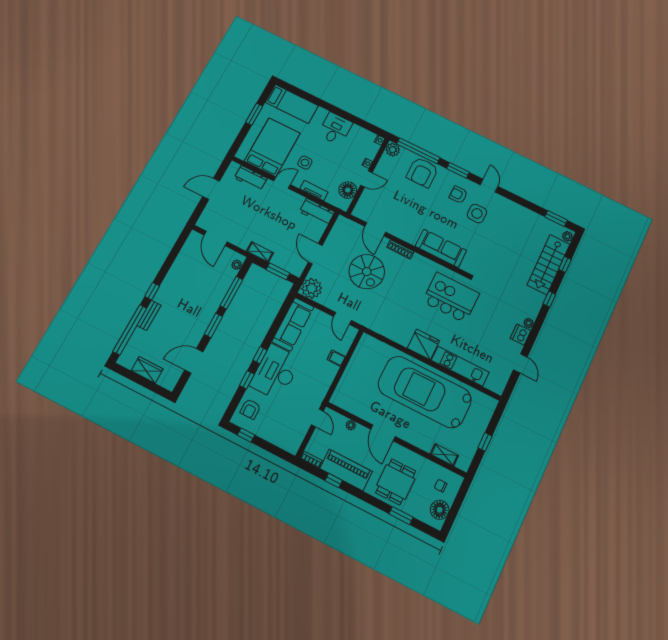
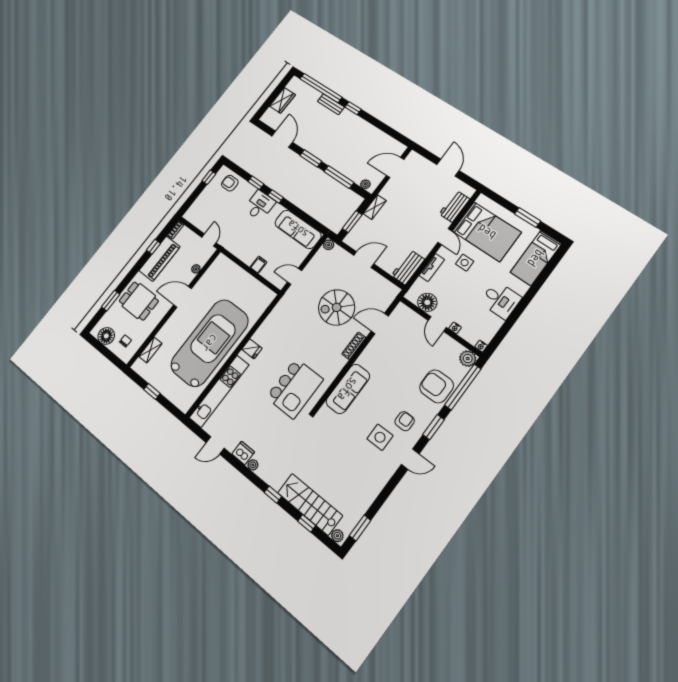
plant: (312, 288) -> (329, 245), width x0.53, depth x0.53
fridge: (423, 344) -> (252, 349), width x0.53, depth x0.75
kitchen unit: (460, 366) -> (219, 391), width x1.36
desk: (276, 372) -> (260, 205), width x0.53, depth x0.77
door: (317, 418) -> (209, 240), swing flipped

